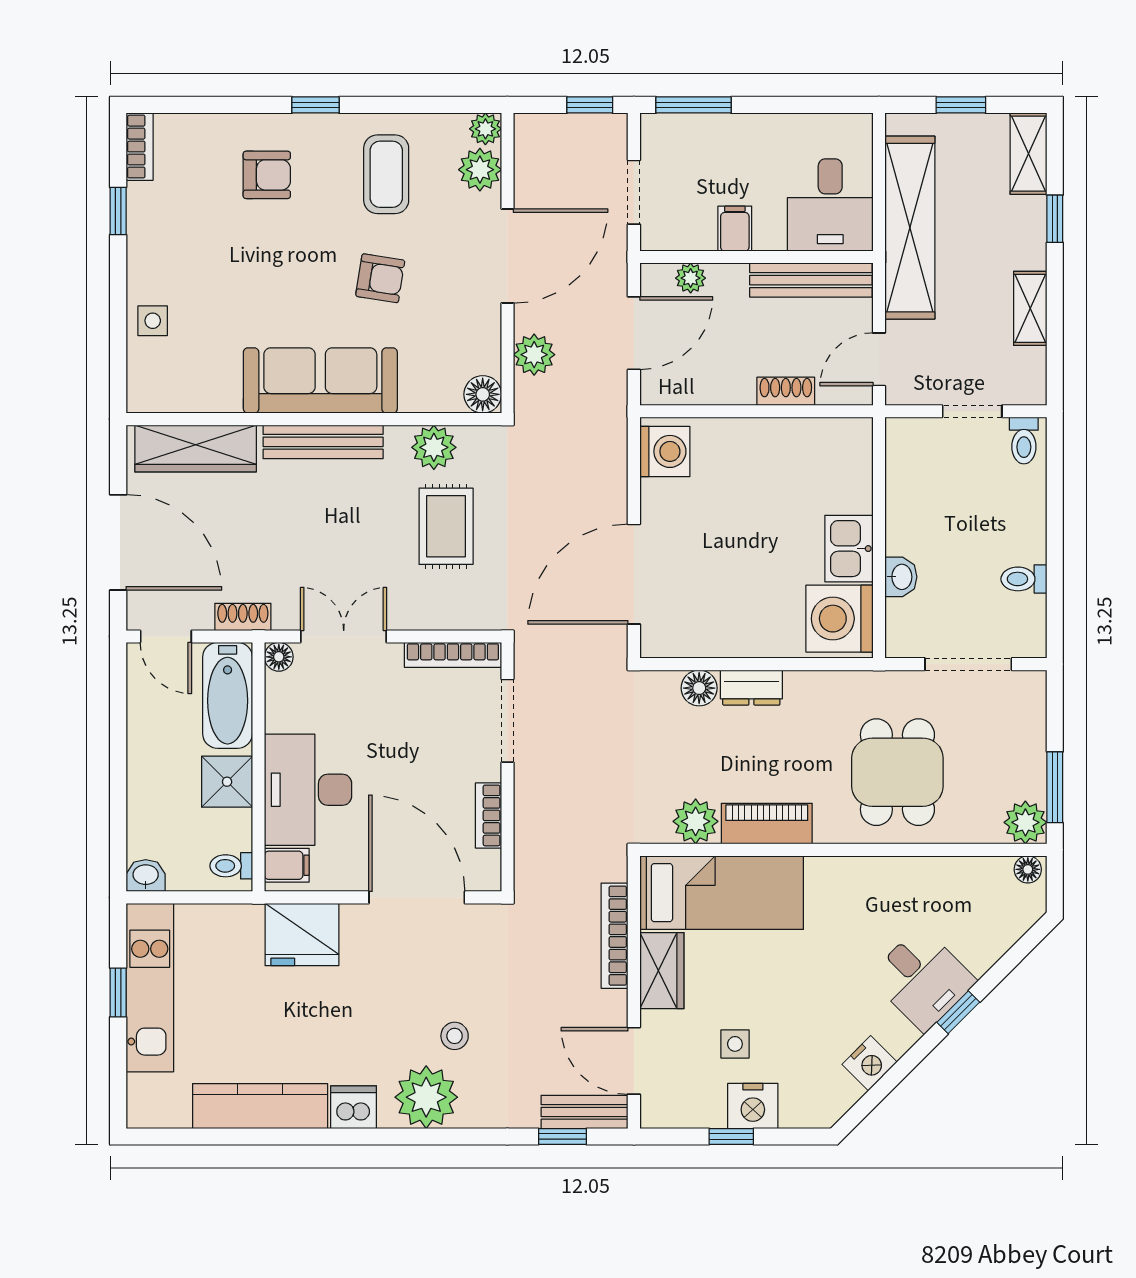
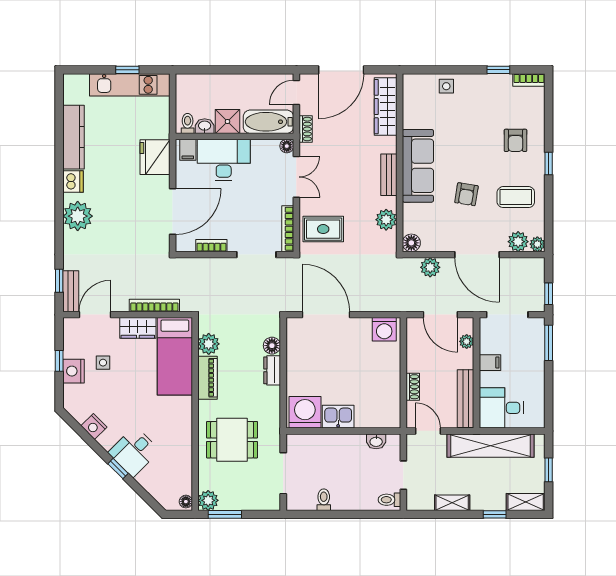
doorway: (634, 192) -> (507, 315), width x1.38
bench: (323, 442) -> (389, 175), width x0.73
rug: (446, 526) -> (323, 229), moved
washbasin: (901, 577) -> (376, 441), moved
washbasin: (146, 876) -> (205, 126), moved, turned -90
stool: (455, 1036) -> (107, 229), removed

